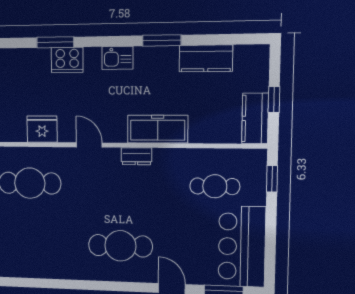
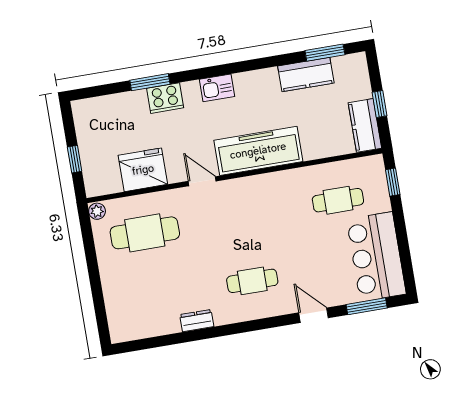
window: (162, 40) -> (325, 53), moved
fridge: (42, 129) -> (143, 170), width x1.36, depth x1.34
freezer: (158, 129) -> (258, 151), width x1.36, depth x1.26
dresser: (136, 156) -> (197, 321), moved, turned 180
cafe table: (120, 246) -> (252, 281), width x0.73, depth x0.74

